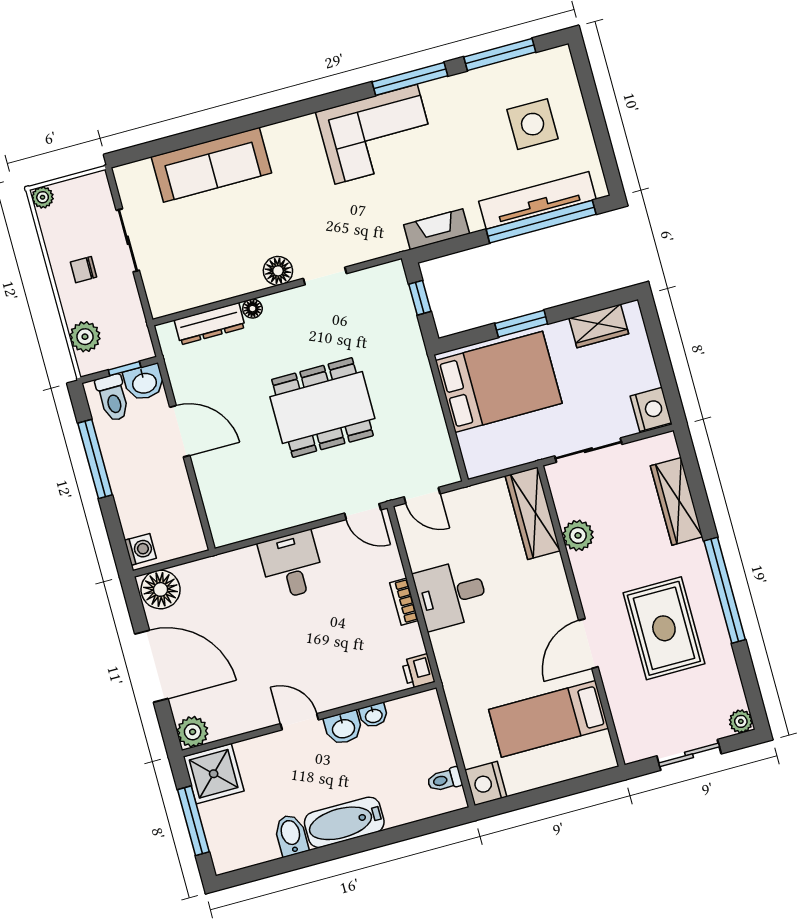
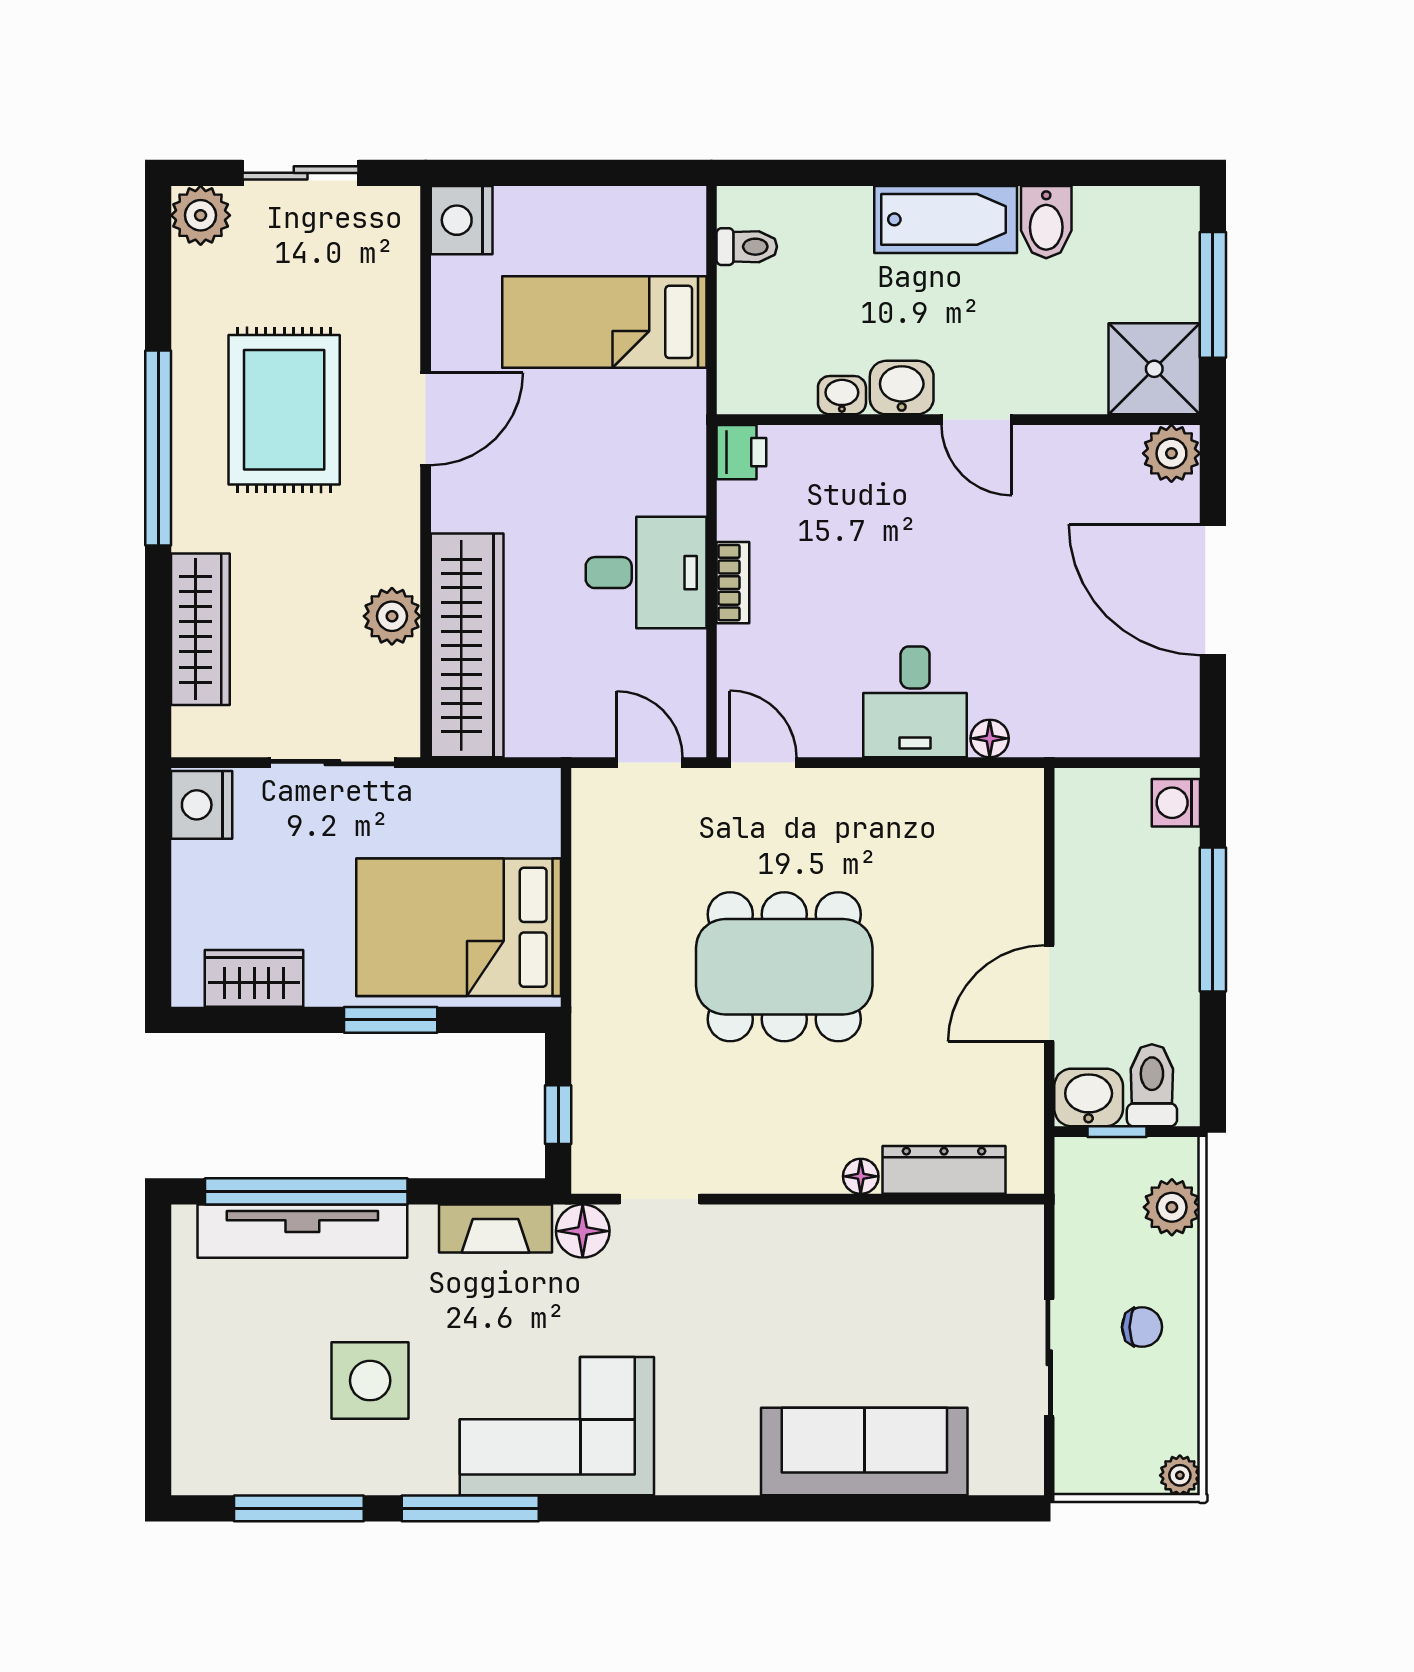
side table: (533, 124) -> (370, 1381), moved
floor lamp: (278, 271) -> (583, 1231), moved
doorway: (325, 276) -> (660, 1199), moved
door: (180, 431) -> (1049, 993), hinge flipped
window: (95, 459) -> (1213, 919), moved
wardrobe: (533, 513) -> (467, 645), width x1.40, depth x1.17
floor lamp: (161, 589) -> (990, 738), moved, width x0.53, depth x0.53
bed: (549, 719) -> (604, 322), moved, turned 180
plant: (741, 721) -> (201, 215), width x1.38, depth x1.38
nightstand: (486, 783) -> (462, 220), moved, turned 180

